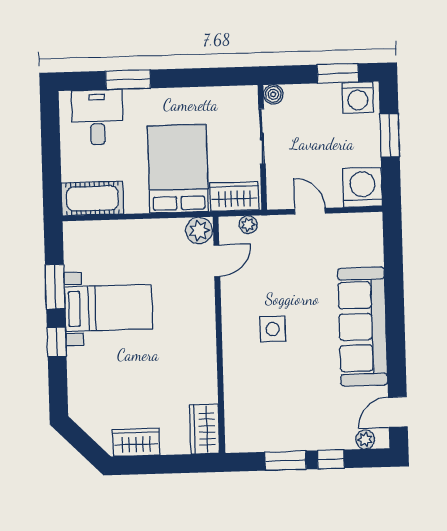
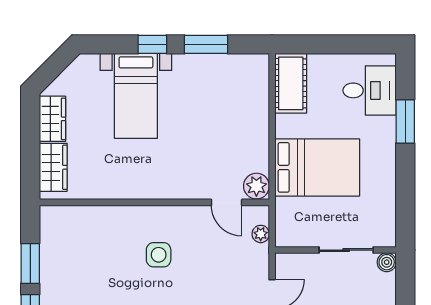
wardrobe: (234, 197) -> (288, 221), removed
bed with nightstands: (109, 308) -> (136, 96), moved
wardrobe: (205, 429) -> (53, 167), moved, turned 90

